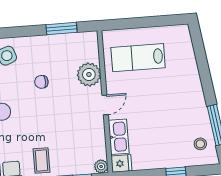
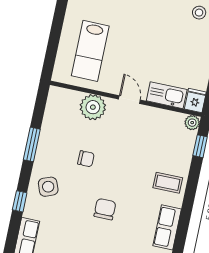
window: (61, 29) -> (32, 144), moved
chair: (41, 82) -> (86, 159), turned -88

